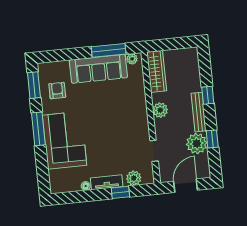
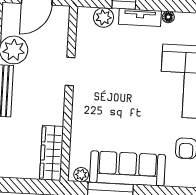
plant: (160, 110) -> (55, 101), removed
doorway: (154, 151) -> (70, 71), moved

